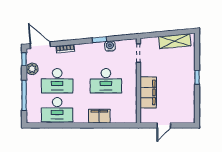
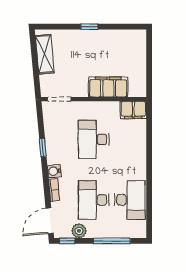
water cooler: (110, 46) -> (54, 171), moved
desk: (57, 81) -> (94, 200), turned 180
desk: (106, 81) -> (94, 139), turned 180
filing cabinet: (99, 116) -> (133, 110), moved, turned -90
door: (164, 125) -> (149, 68), removed

